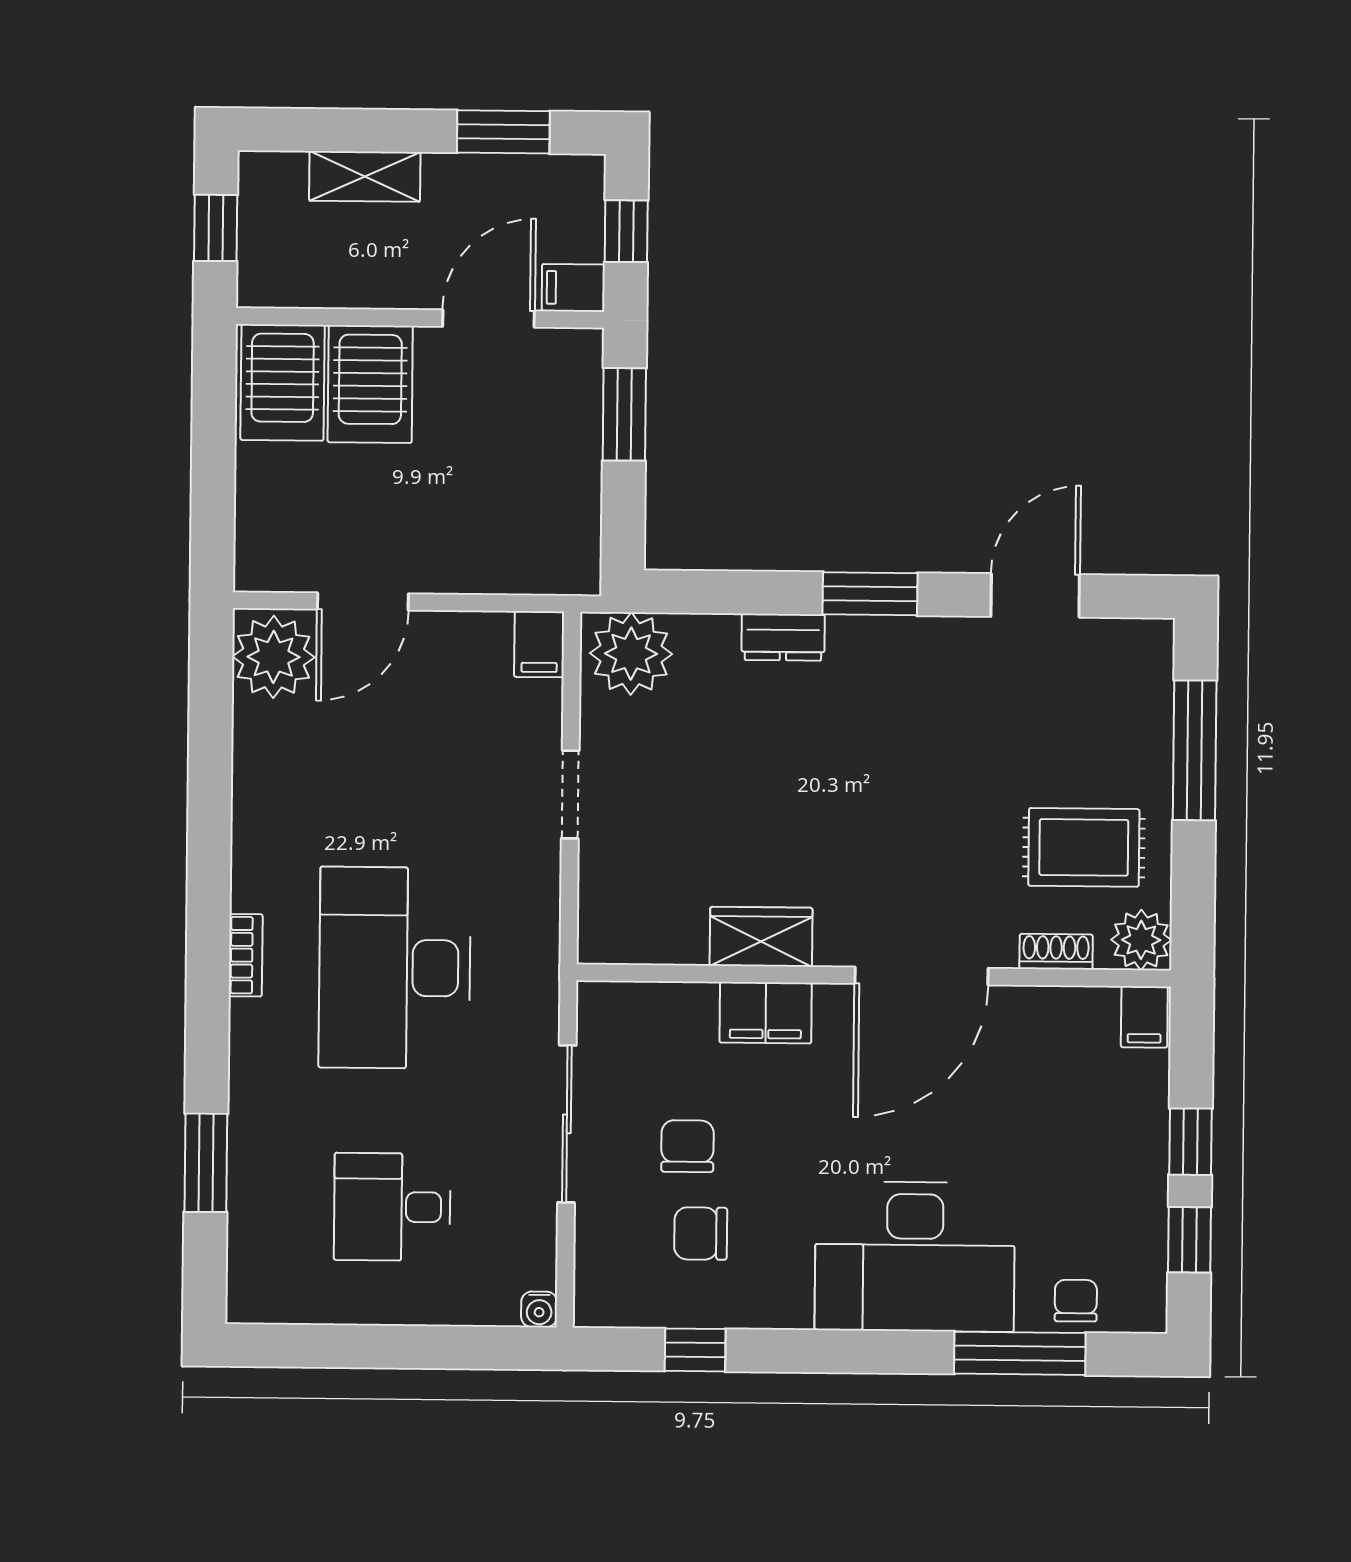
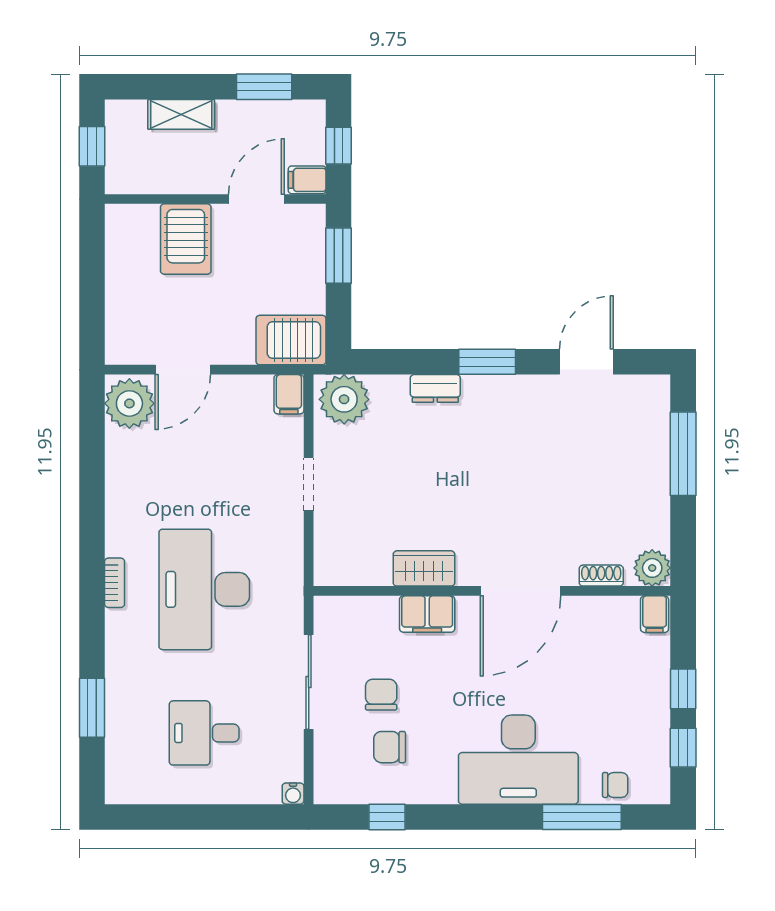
server rack: (282, 382) -> (291, 340), moved, turned 90
rug: (1084, 847) -> (617, 513), removed
chair: (1076, 1301) -> (615, 785), turned 90

